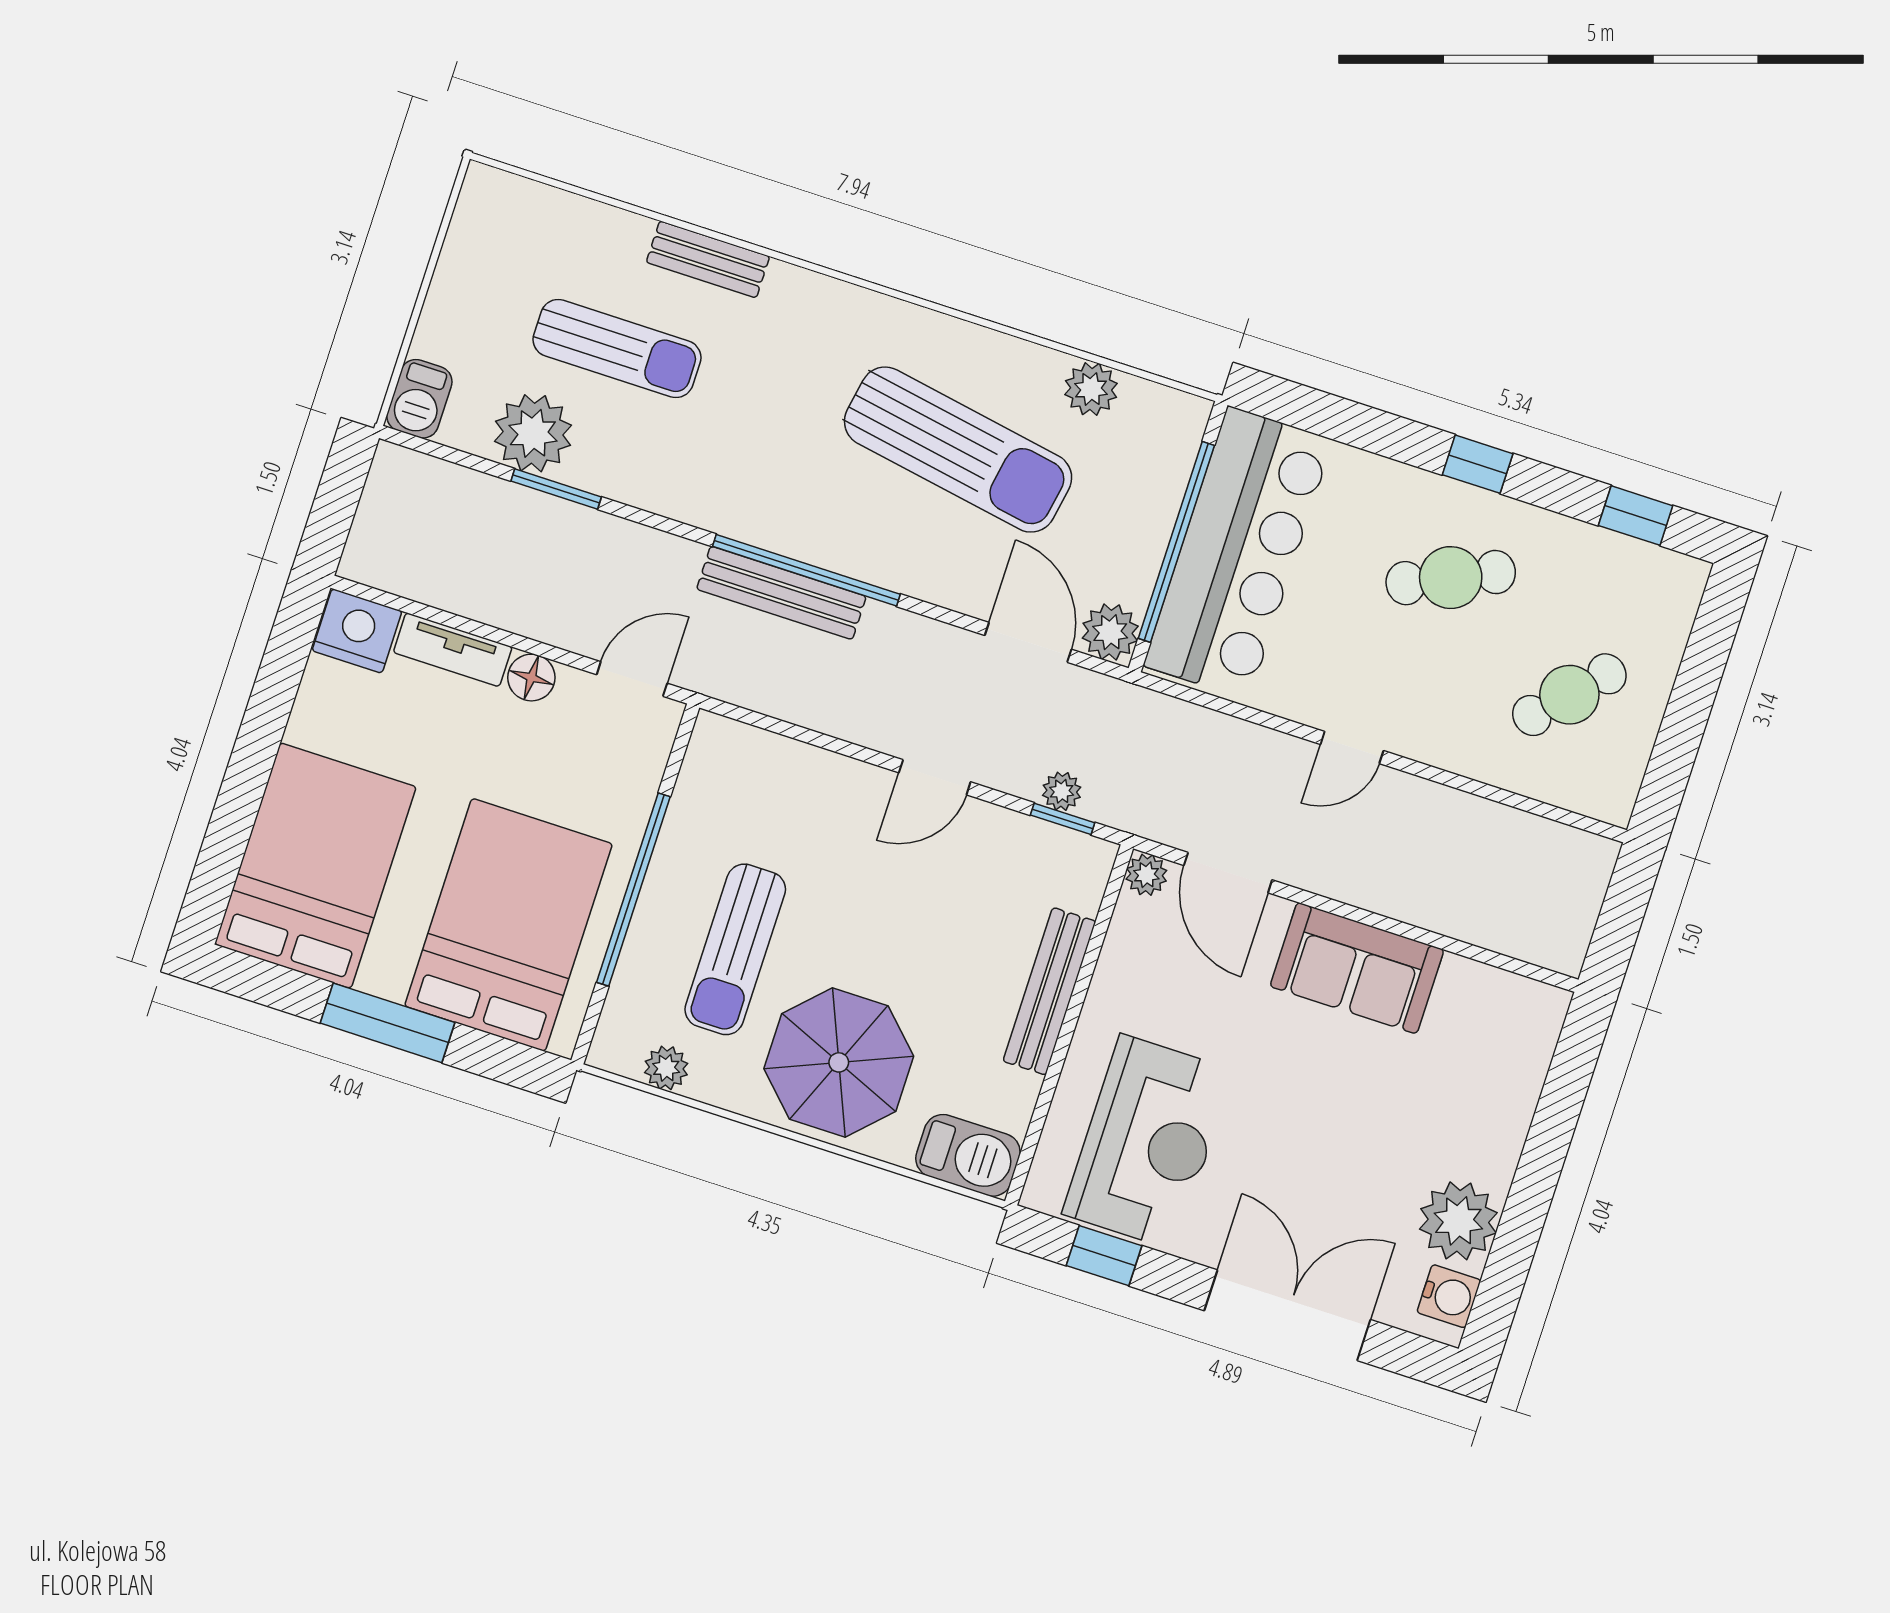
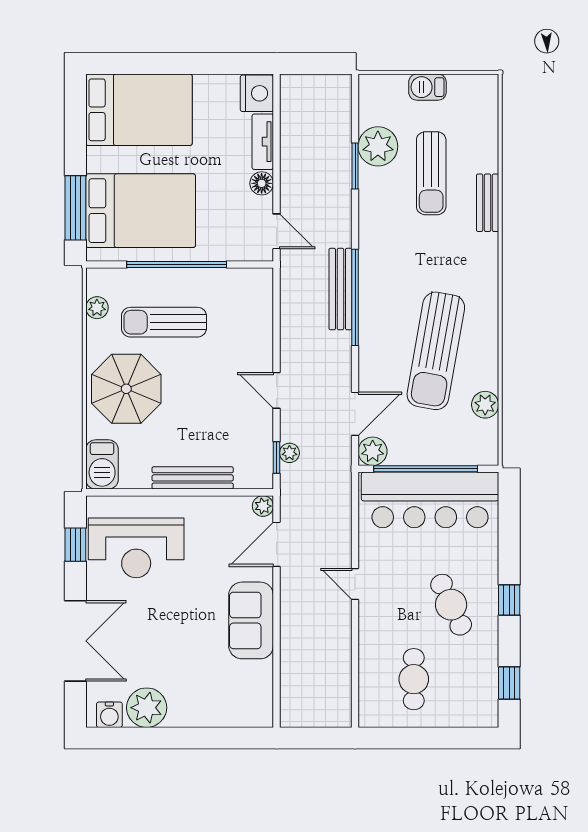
barbecue: (419, 399) -> (427, 87), moved
cafe table: (1569, 695) -> (414, 679), turned 47
window: (388, 1023) -> (75, 208), moved

